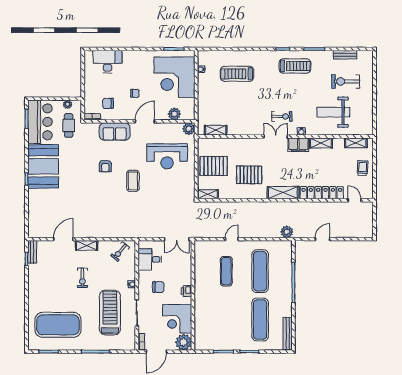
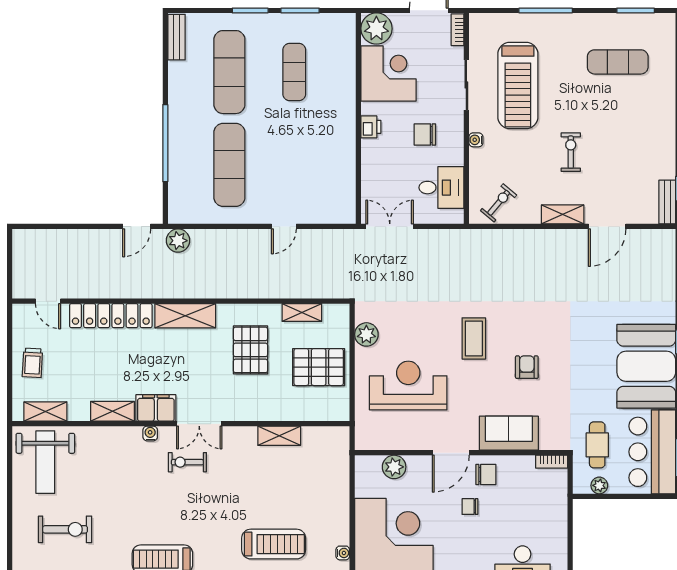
chair: (108, 103) -> (486, 474), moved
weight bench: (333, 112) -> (45, 462), moved, turned 90
plant: (189, 129) -> (366, 334), moved
shelving: (216, 130) -> (279, 436), moved
pallet: (249, 175) -> (250, 350), turned 90
shelving: (208, 194) -> (302, 313), moved
door: (322, 239) -> (137, 226), moved
exercise mat: (226, 271) -> (294, 72), moved
exercise mat: (58, 325) -> (618, 62), width x0.50, depth x0.69
bench: (288, 333) -> (177, 37), width x0.73

